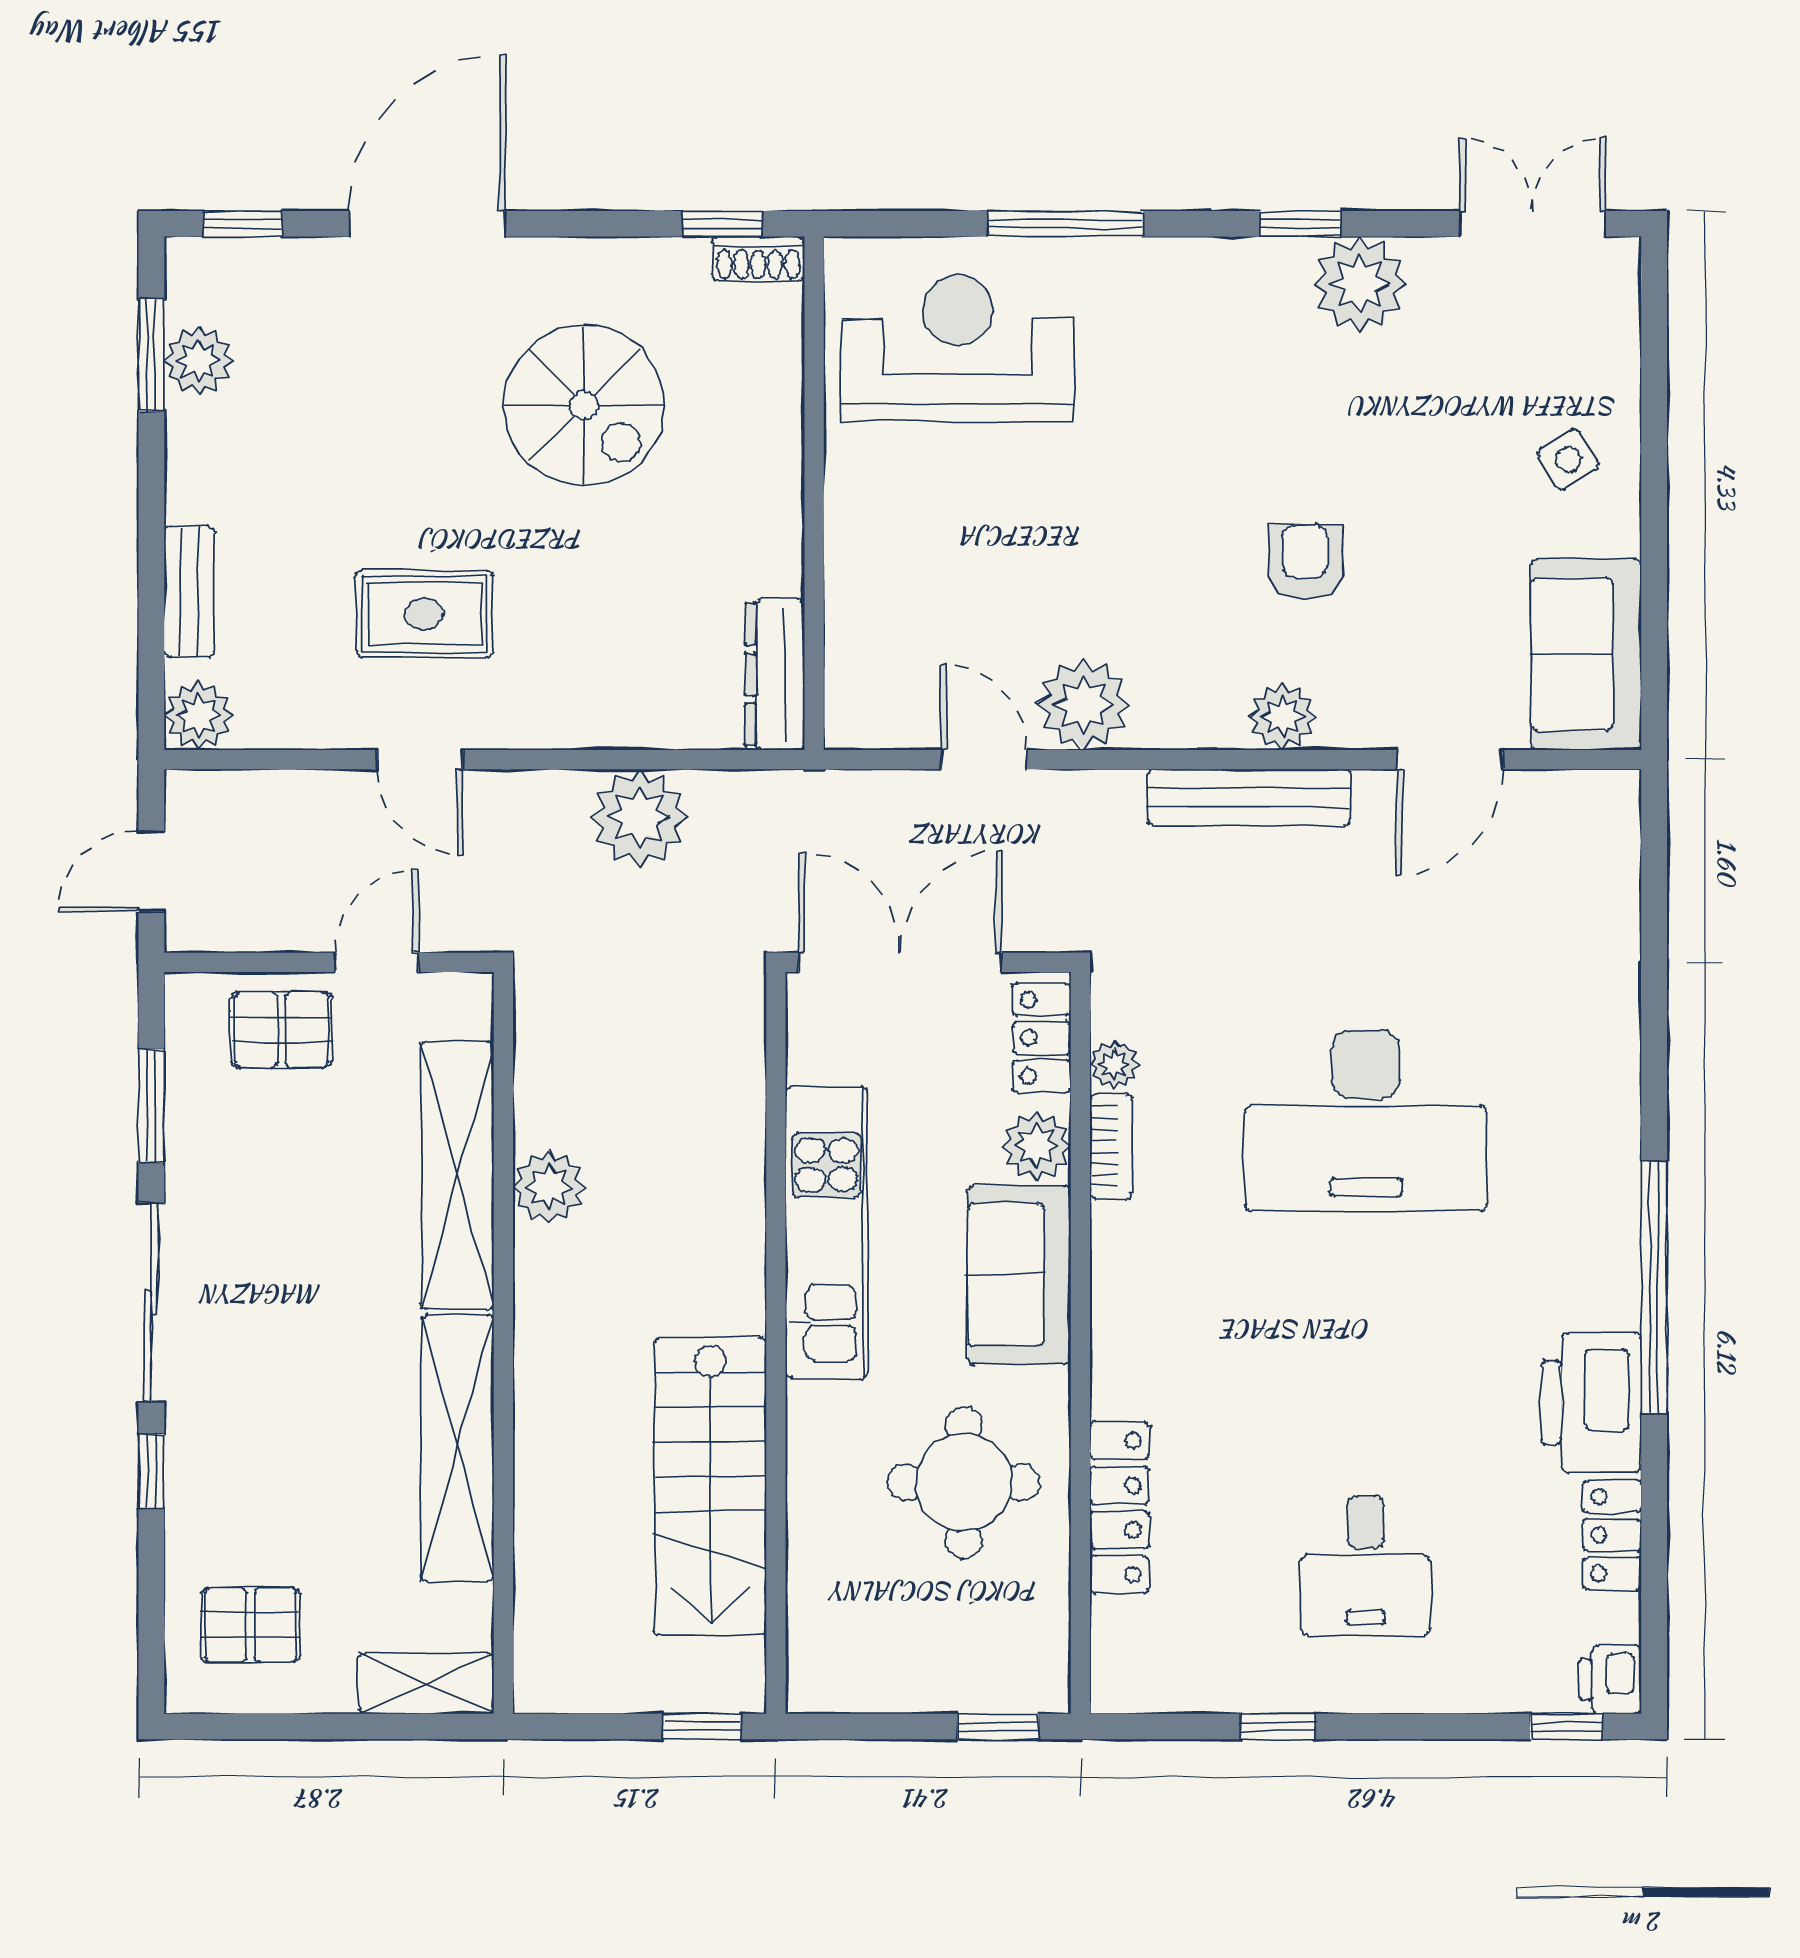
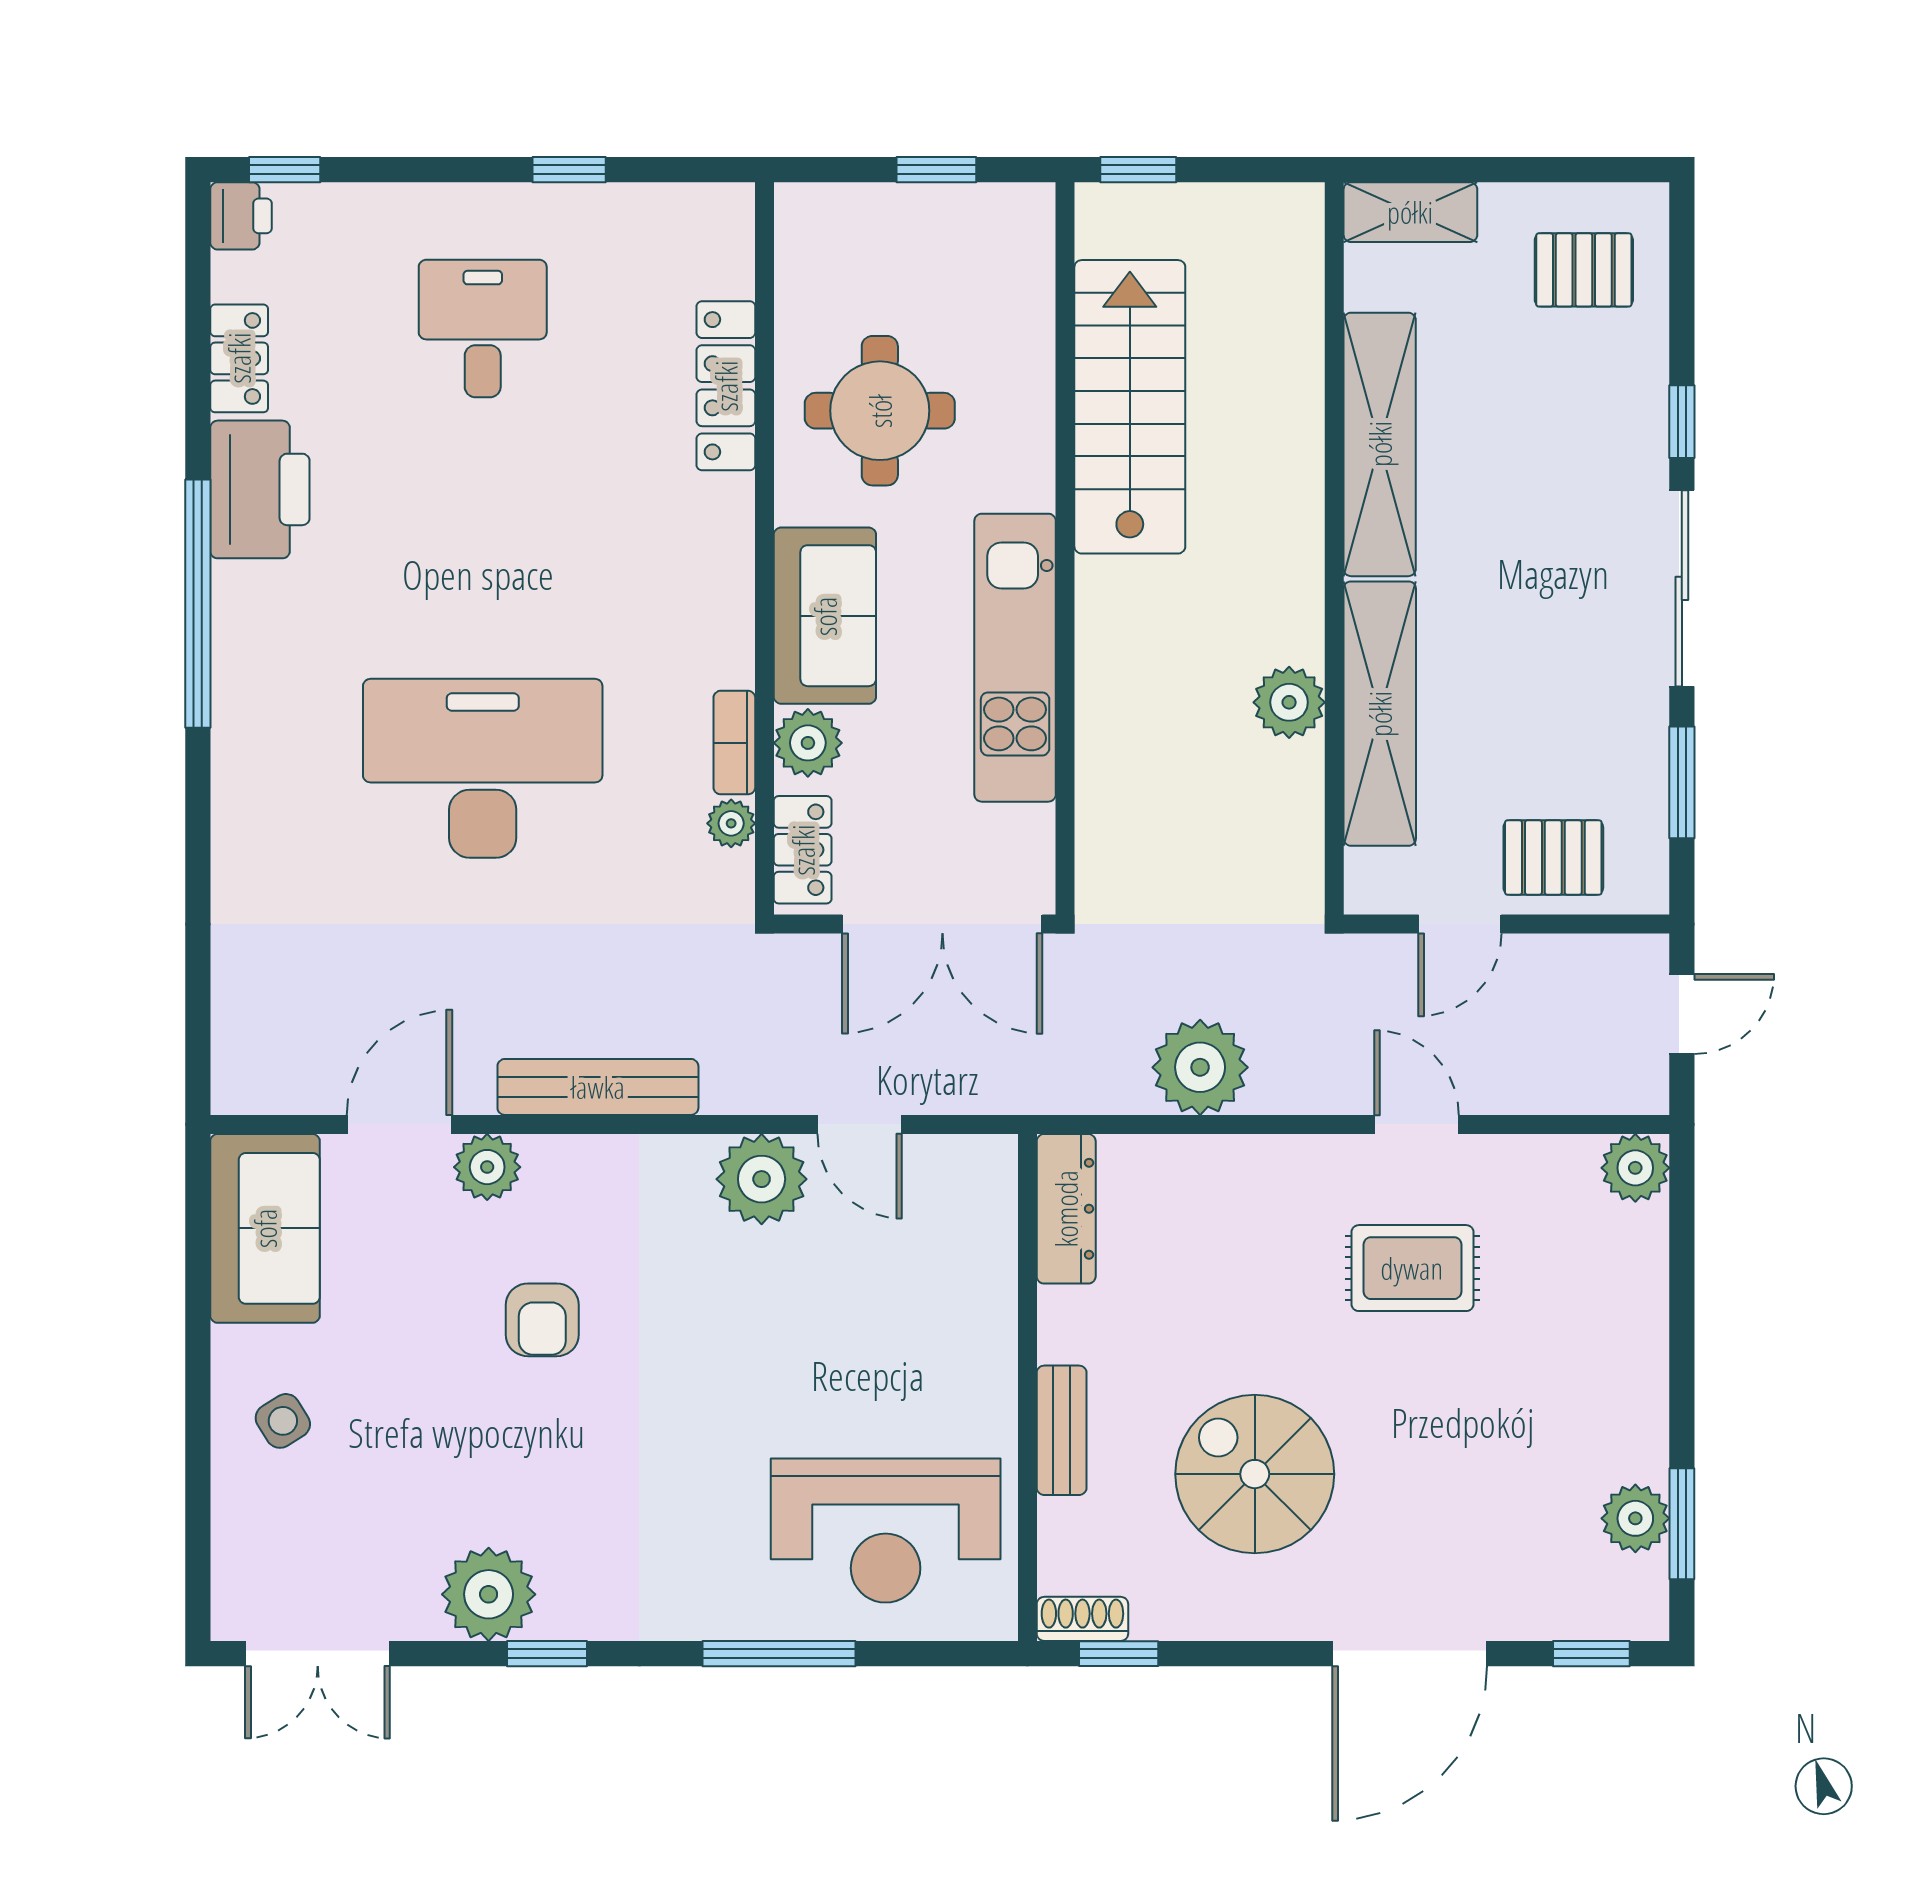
bench: (189, 592) -> (1062, 1430), moved
plant: (1282, 716) -> (487, 1167), moved
window: (998, 1726) -> (936, 170), moved

